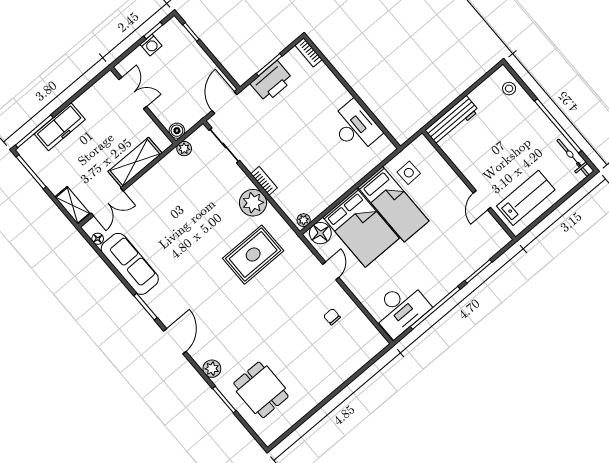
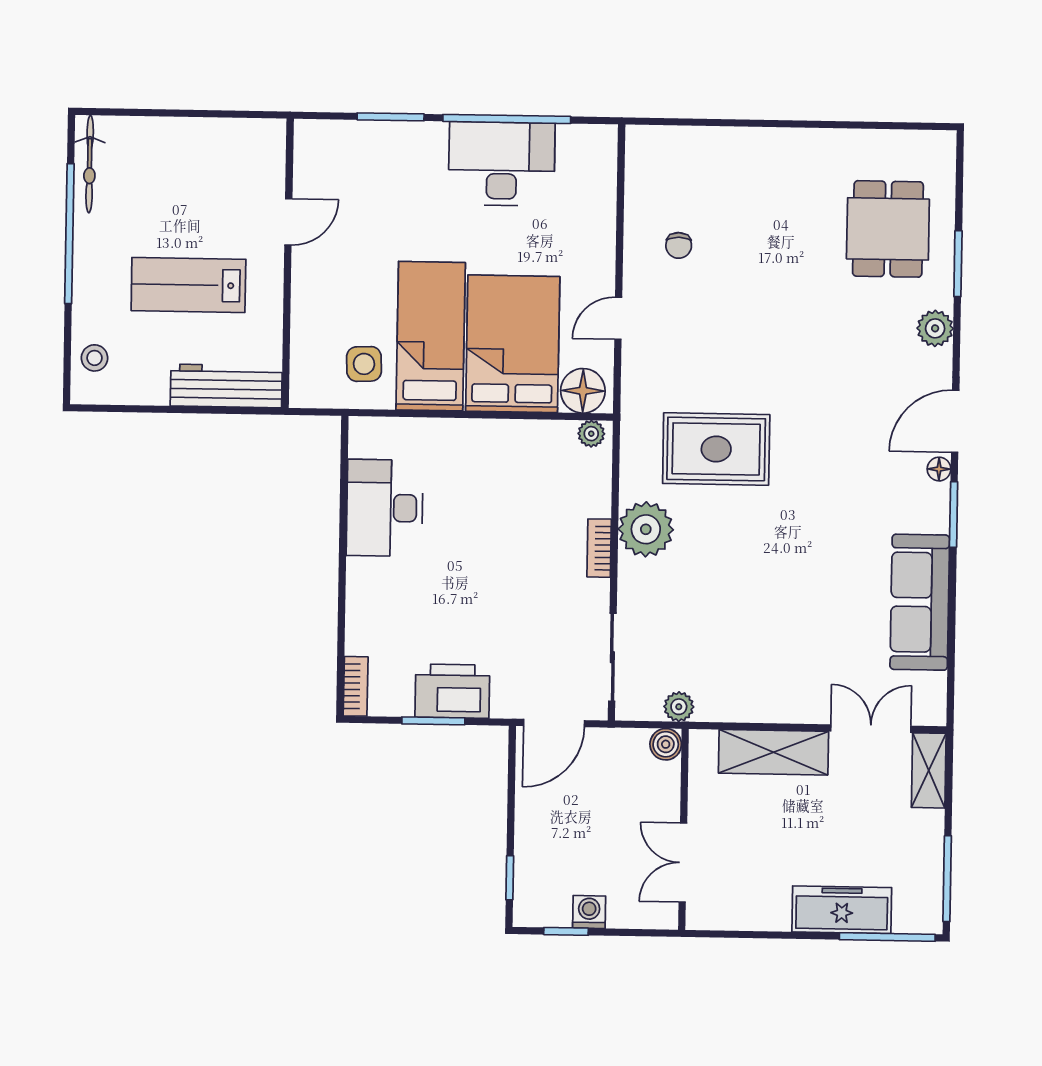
lab bench: (526, 198) -> (188, 285), moved
floor lamp: (98, 239) -> (939, 469), moved
desk: (400, 309) -> (502, 164), moved

